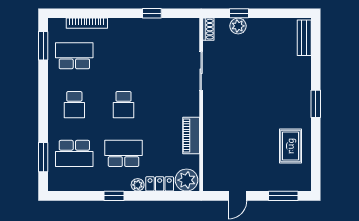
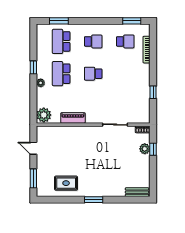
school desk: (74, 56) -> (125, 41), width x0.54
school desk: (74, 105) -> (93, 41), turned 180
school desk: (124, 153) -> (61, 74), turned 180
locker: (160, 184) -> (41, 97), removed

